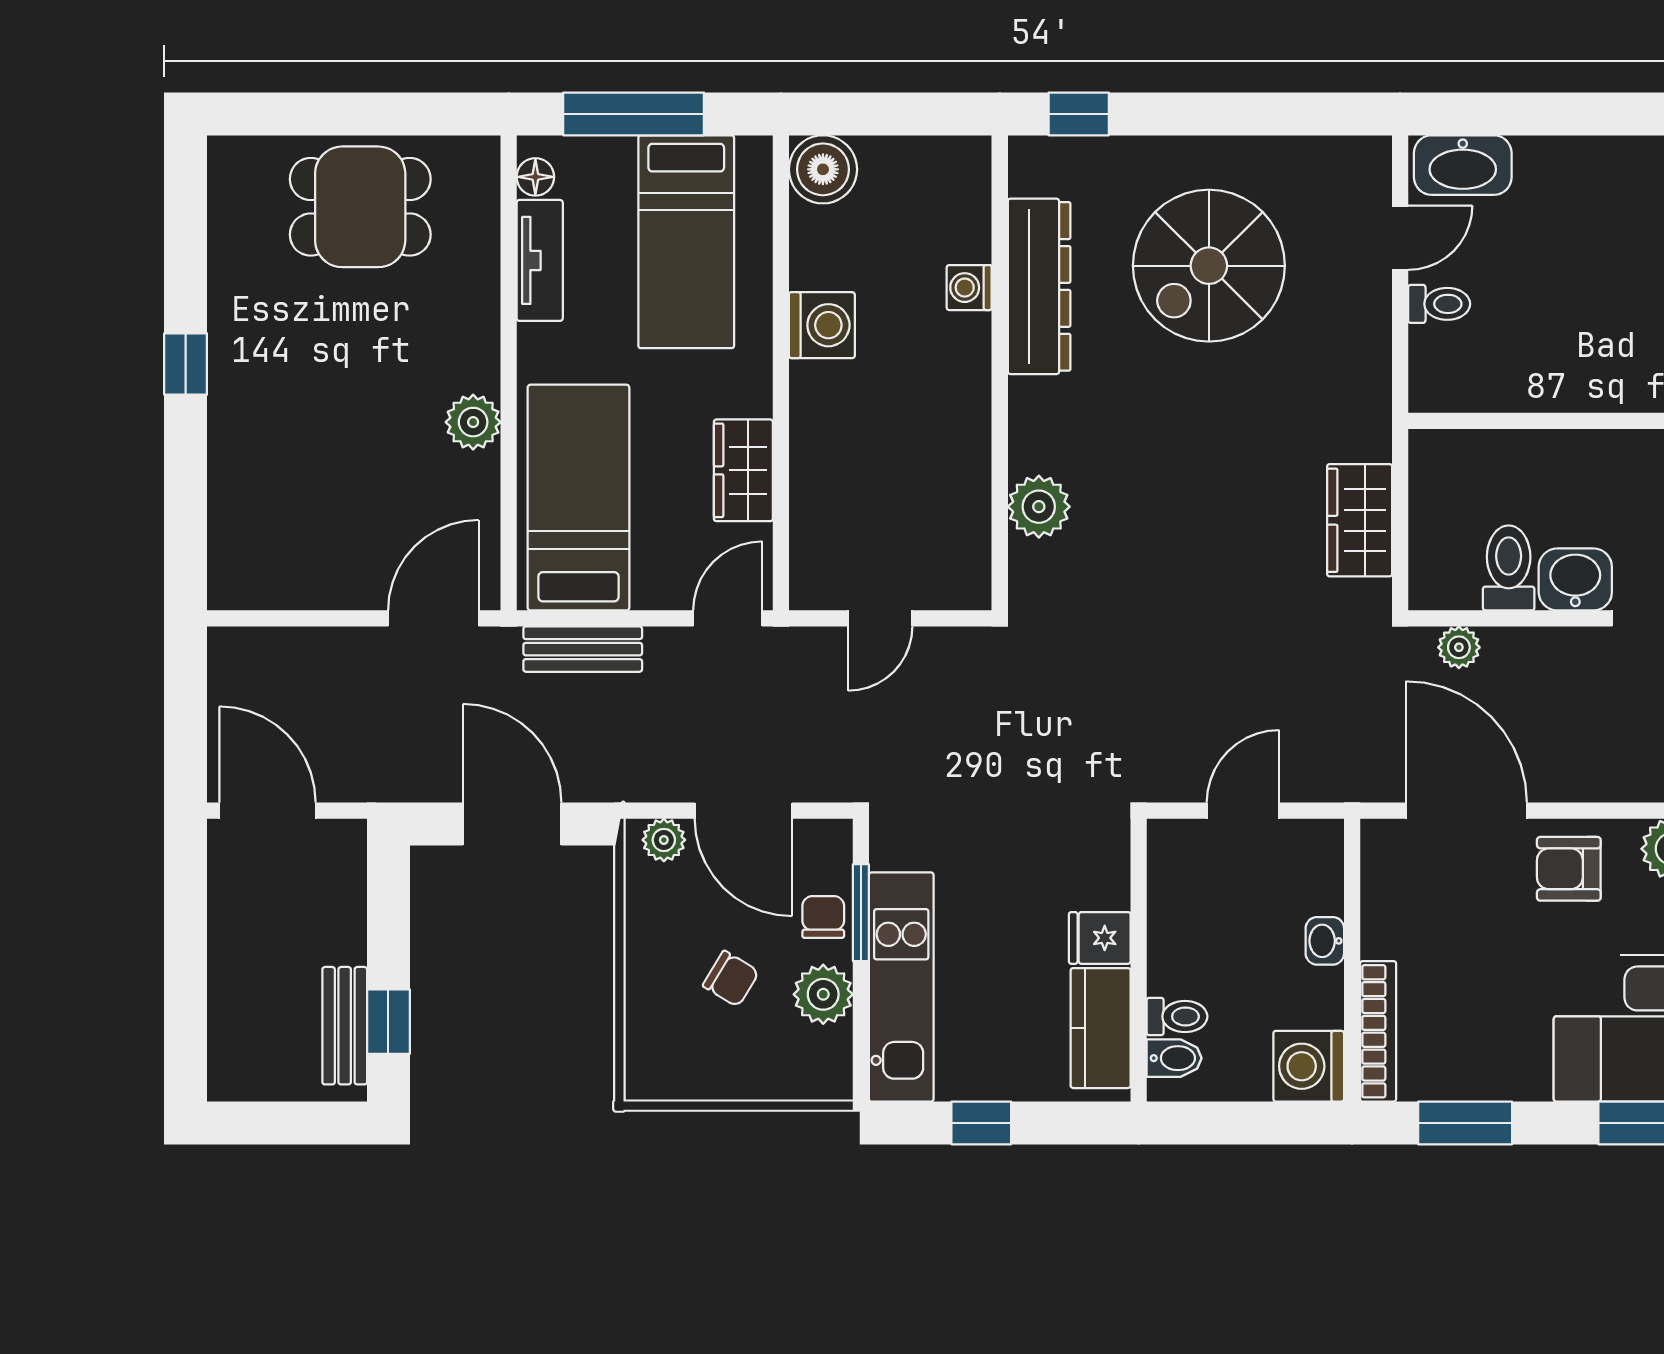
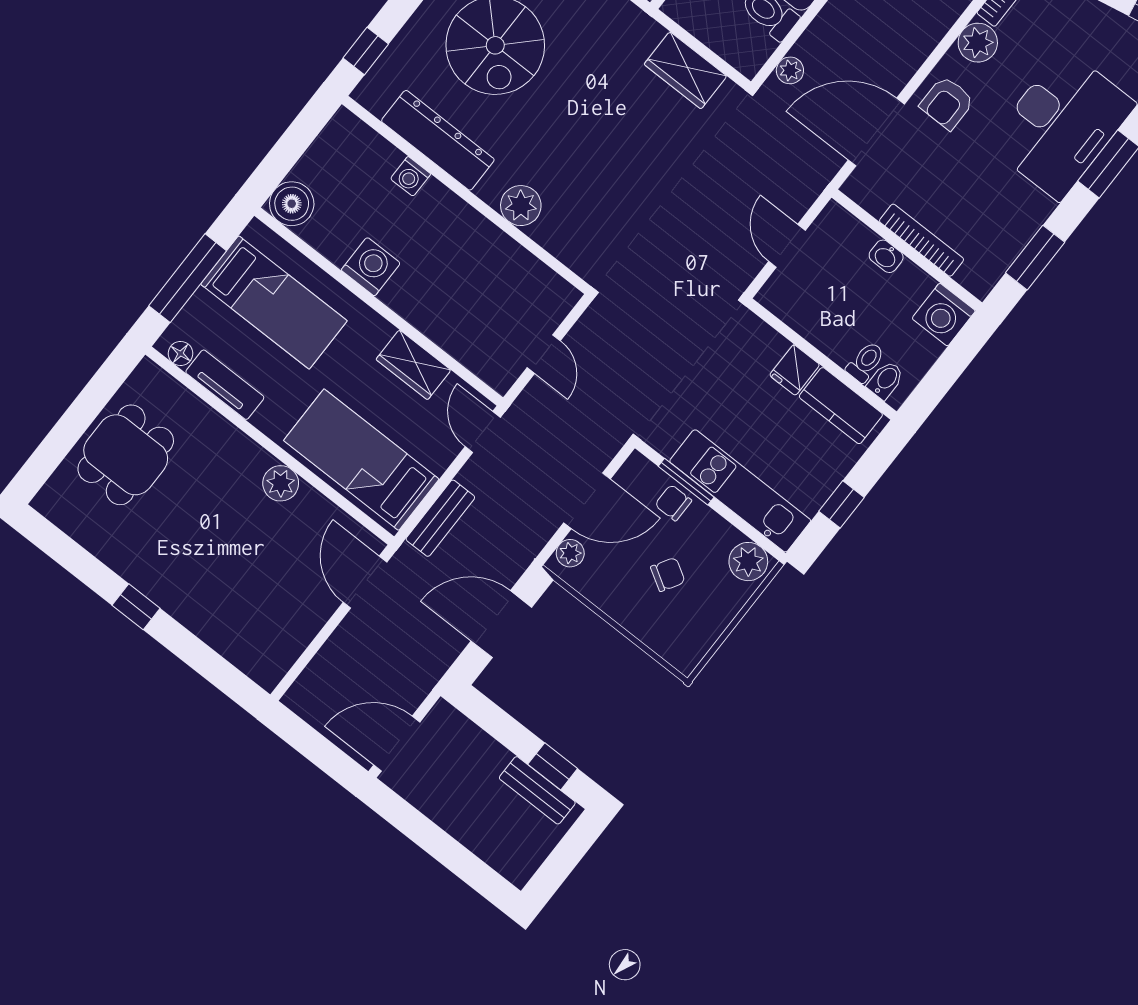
plant: (1039, 507) -> (521, 206), moved
plant: (823, 994) -> (748, 562), moved
bookcase: (1378, 1031) -> (922, 240), moved

